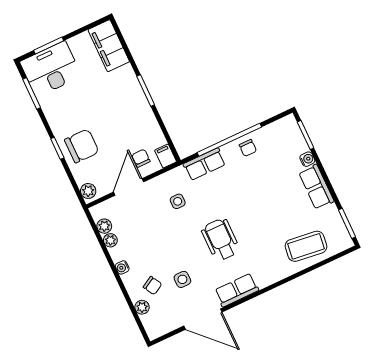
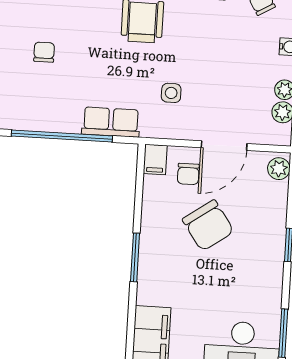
chair: (82, 146) -> (208, 225), moved, turned -125
chair: (248, 148) -> (44, 52), moved

